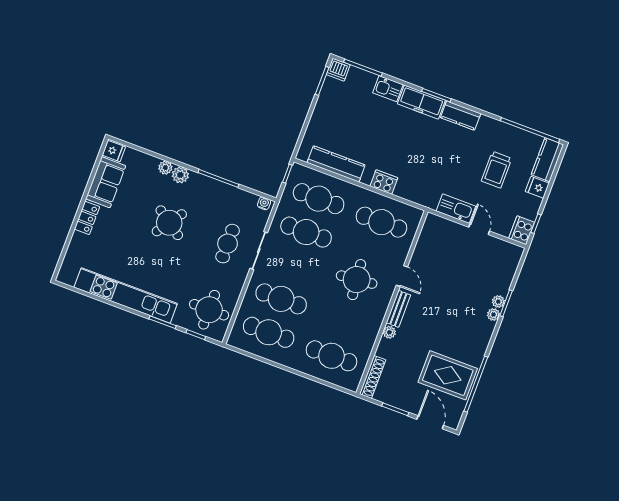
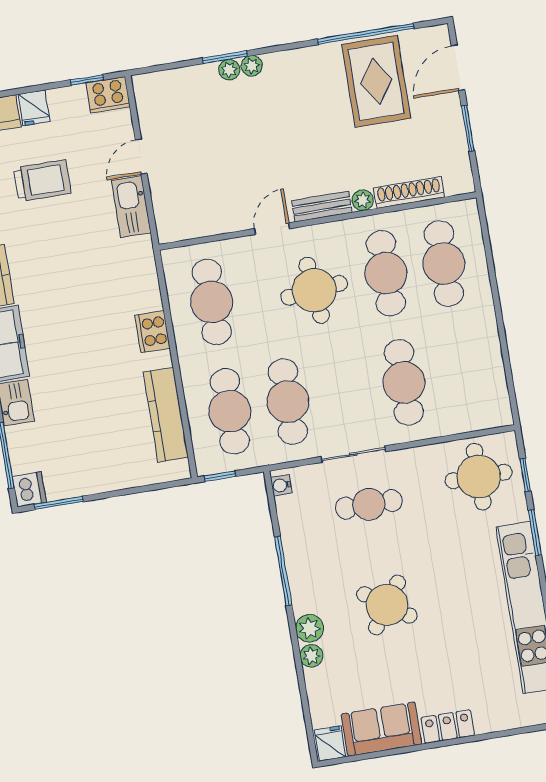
cafe table: (269, 332) -> (386, 273), moved
shoe rack: (373, 377) -> (409, 192), moved

